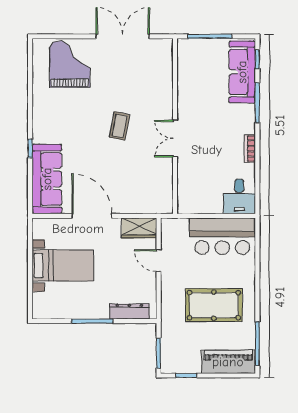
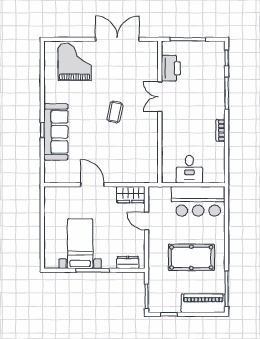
printer: (188, 72) -> (171, 68), added
sofa: (242, 72) -> (214, 68), removed
double door: (175, 139) -> (160, 97), moved
sofa: (47, 179) -> (56, 132), moved
desk: (239, 197) -> (189, 169), moved
door: (92, 216) -> (92, 185), width x0.73
bed with nightstands: (63, 266) -> (80, 244), moved, turned -90
dresser: (129, 311) -> (128, 262), width x0.70

